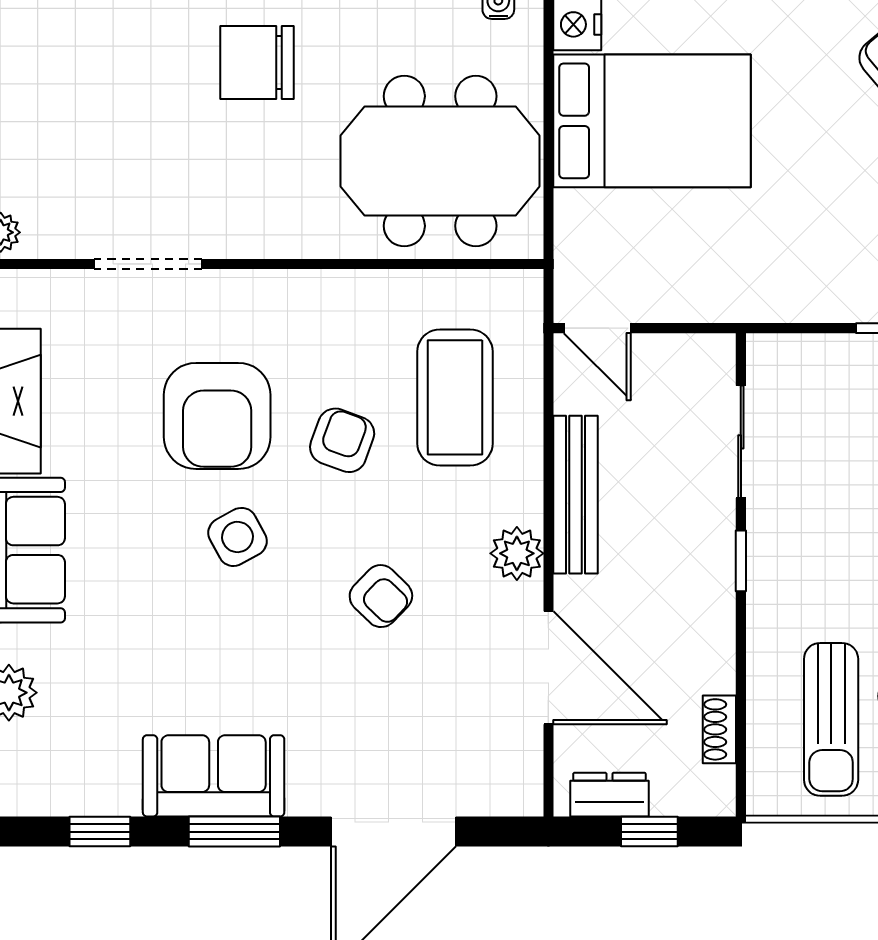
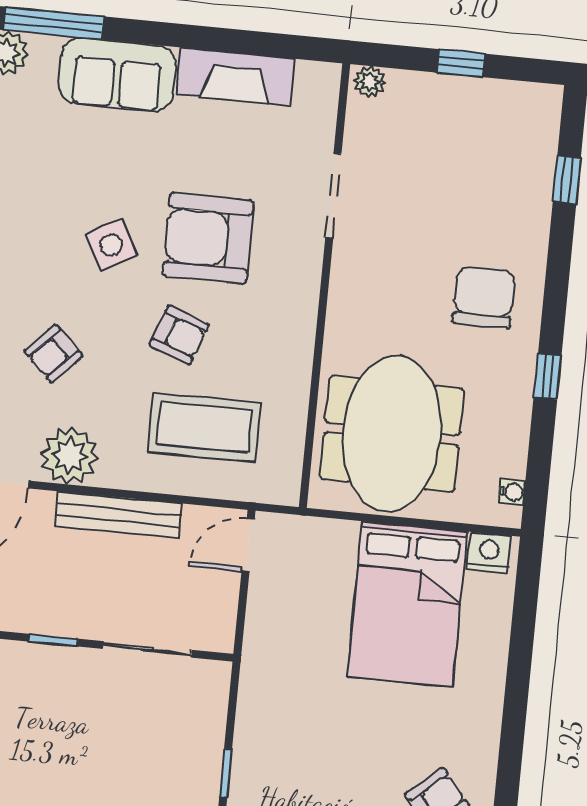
plant: (517, 553) -> (70, 456), width x1.36, depth x1.36

